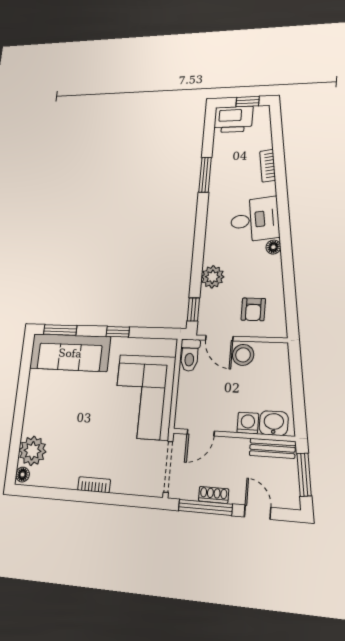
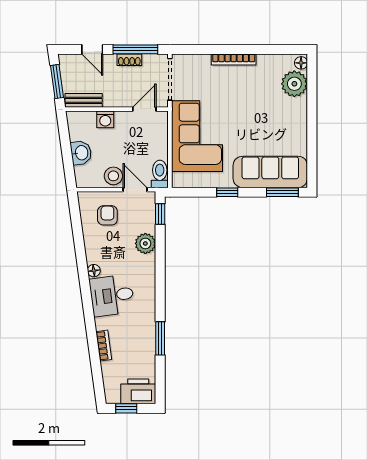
washbasin: (274, 423) -> (81, 153), moved, turned -98
bookcase: (94, 485) -> (234, 59), width x1.56

